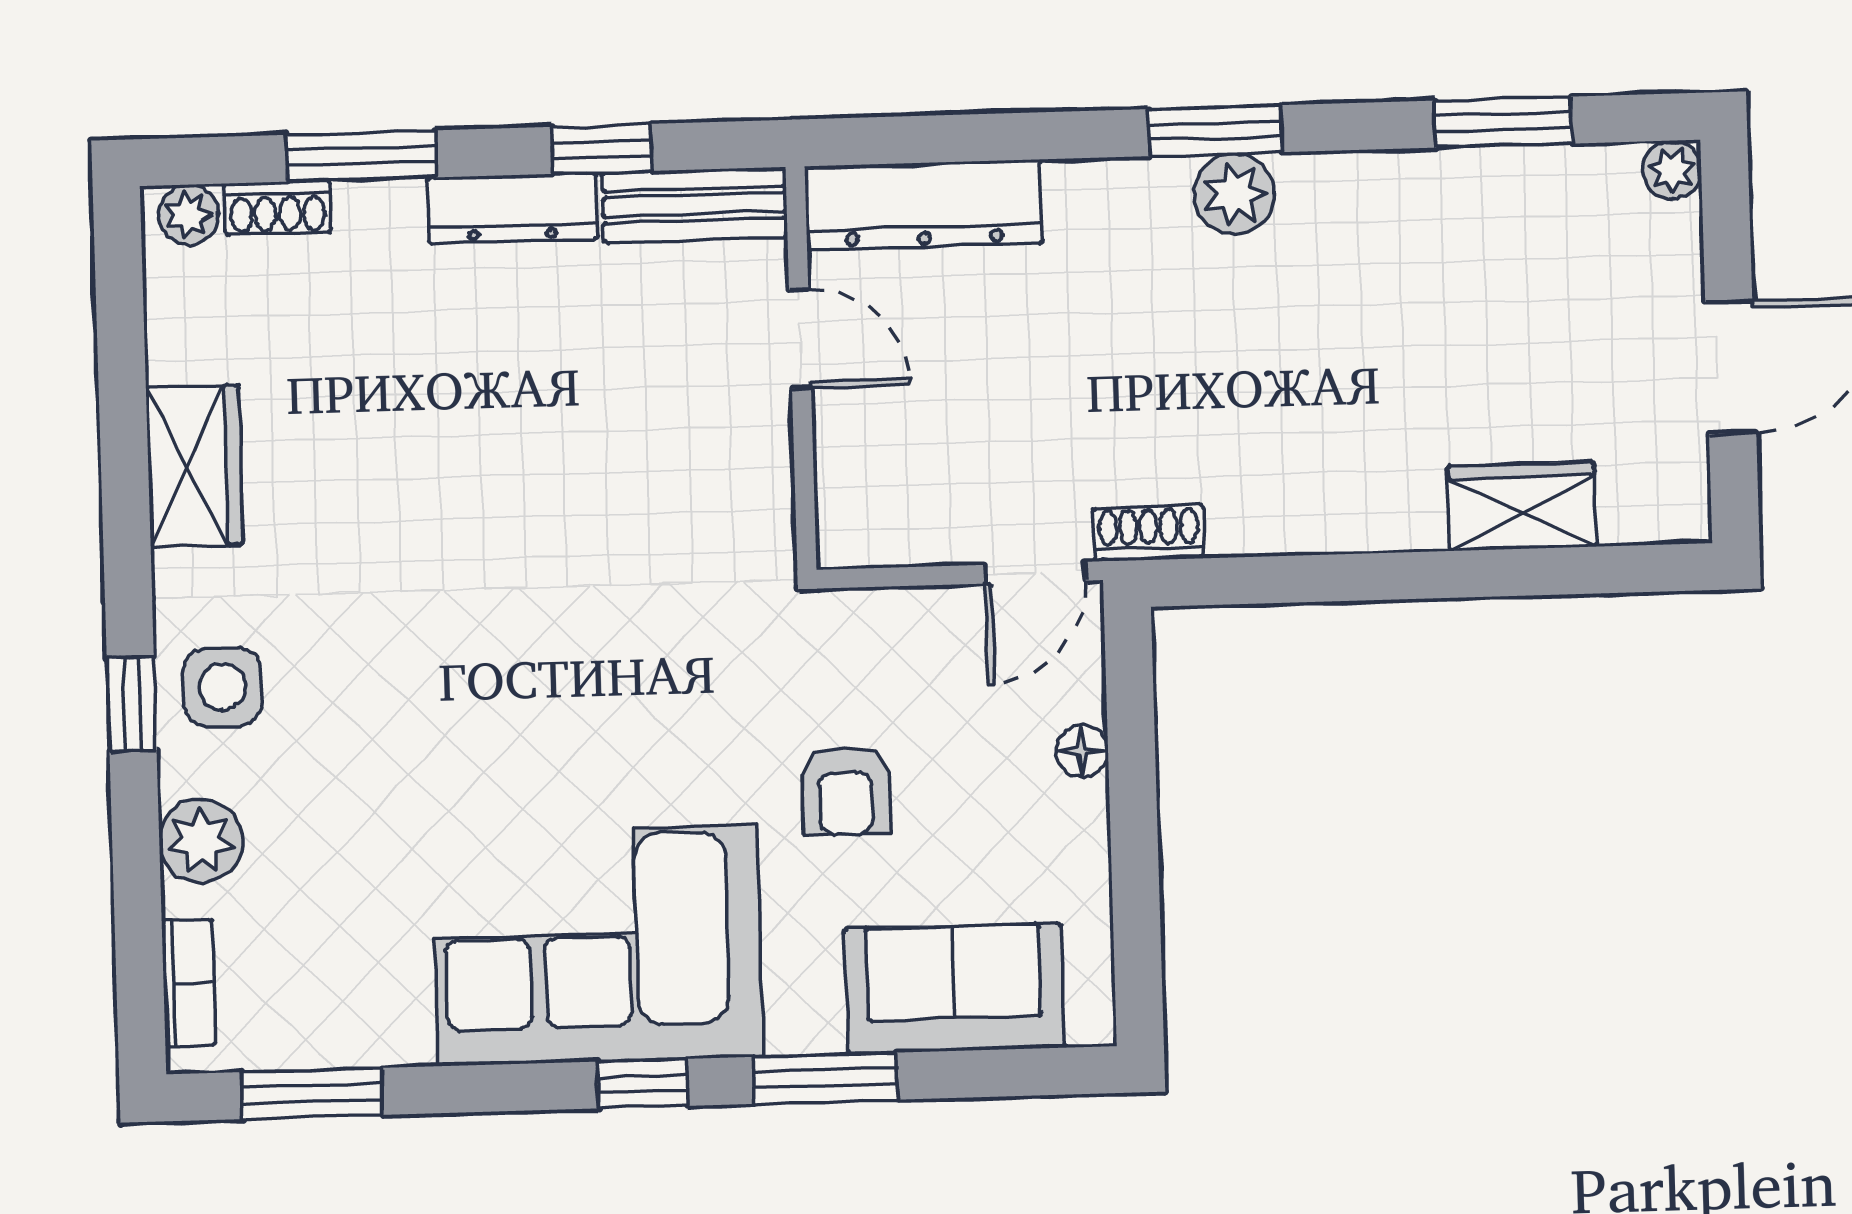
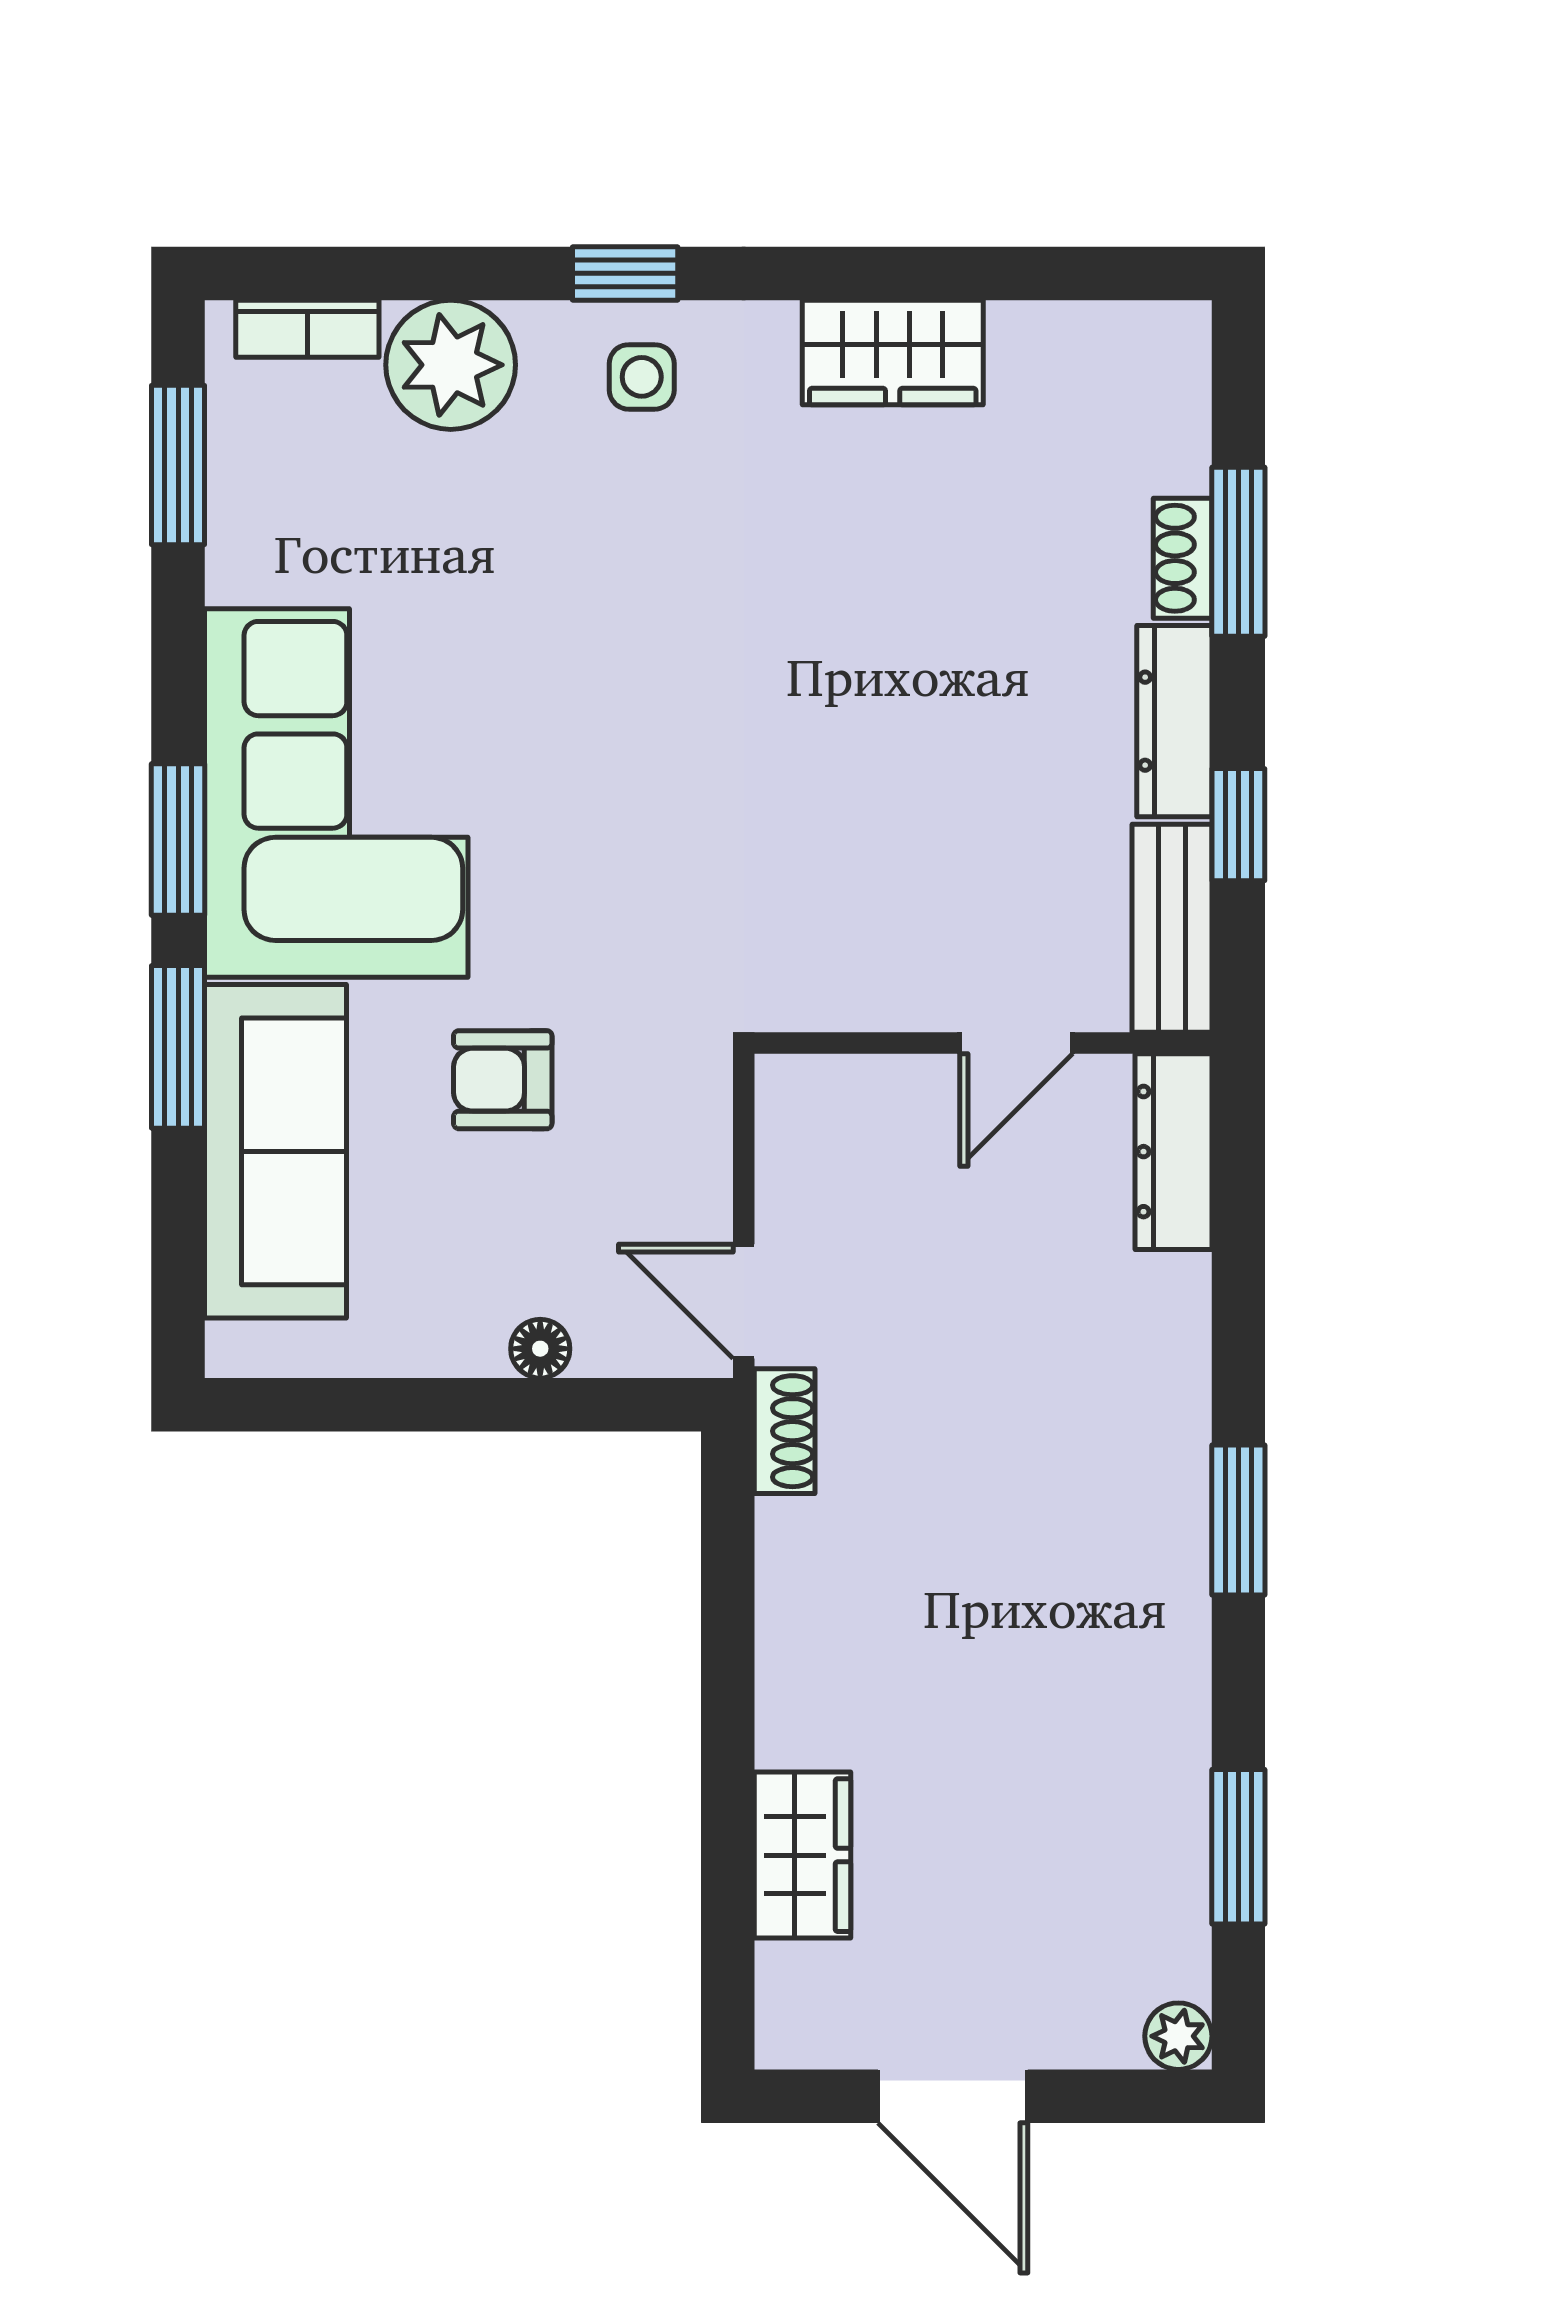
plant: (1234, 194) -> (1166, 1540), removed
dresser: (924, 205) -> (1173, 1152), width x0.73, depth x0.80
shoe rack: (278, 208) -> (1183, 558), moved
plant: (189, 215) -> (1178, 354), removed
side table: (222, 687) -> (642, 377), width x0.73, depth x0.73
plant: (201, 841) -> (451, 365), width x1.36, depth x1.36
sofa: (954, 988) -> (276, 1151), width x1.36
window: (643, 1084) -> (178, 840), width x1.50

